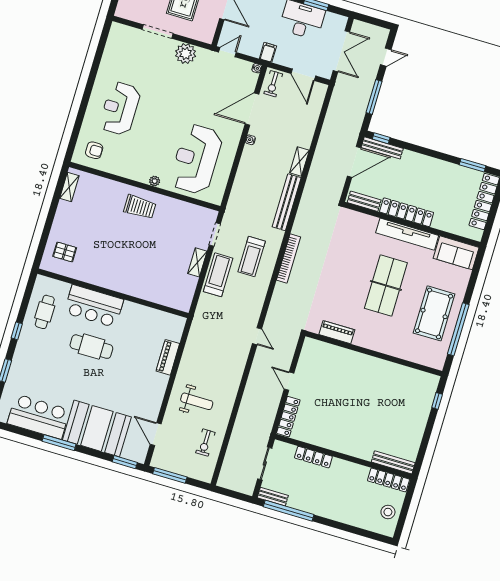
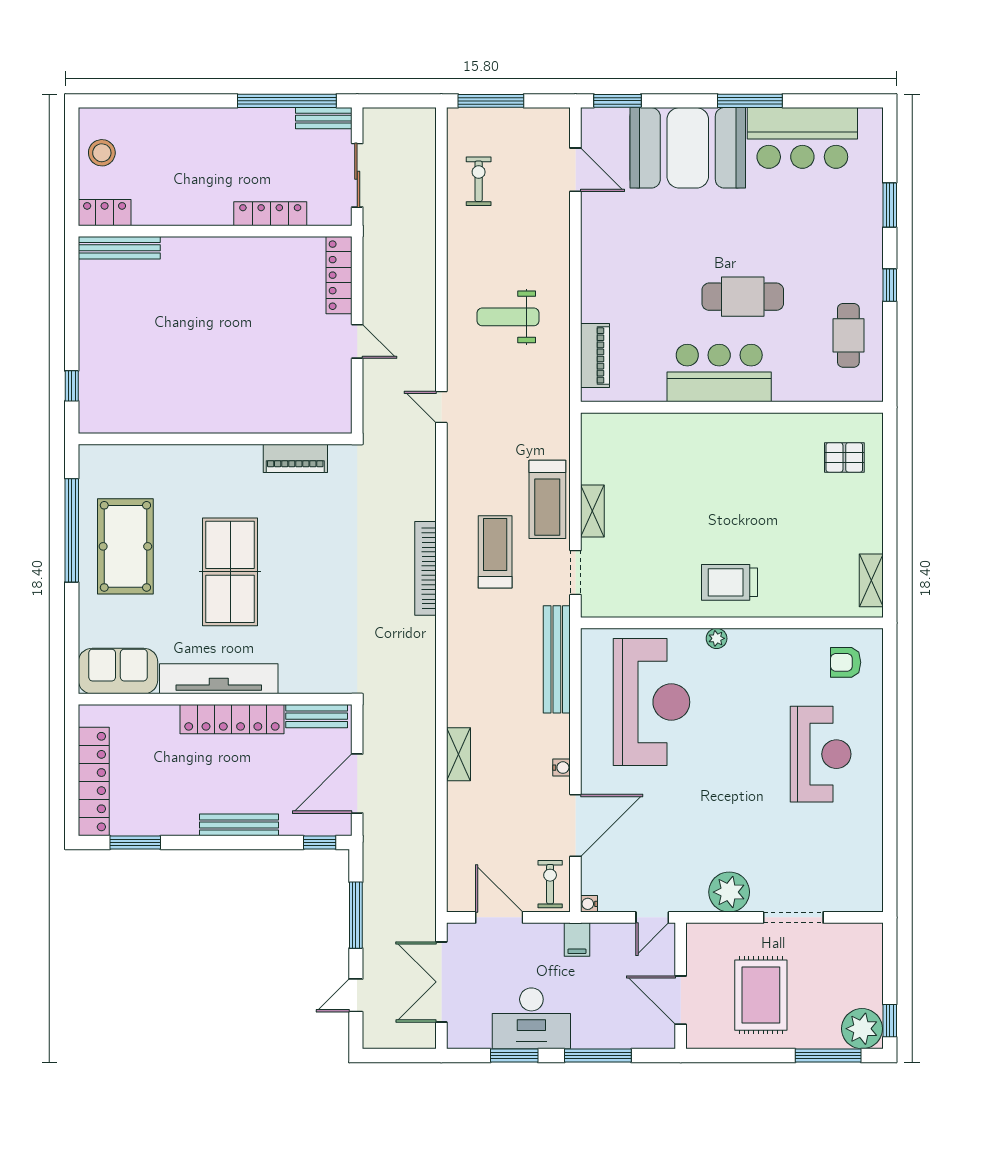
bench: (382, 148) -> (239, 825), moved
bench: (287, 202) -> (557, 659), moved
bar counter: (94, 306) -> (719, 373), moved
piano: (168, 357) -> (595, 355), moved
weight bench: (197, 401) -> (508, 317), moved
window: (170, 475) -> (491, 101), moved
locker: (389, 480) -> (105, 213), width x0.66

